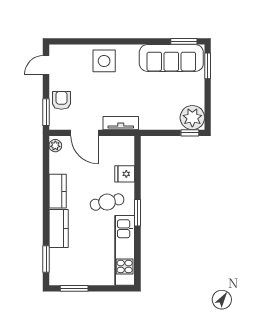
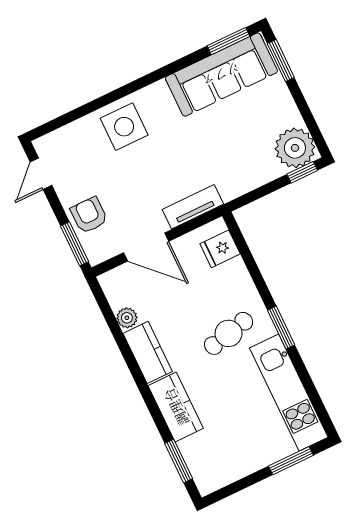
plant: (55, 146) -> (127, 318), moved
fridge: (125, 174) -> (220, 249), moved
window: (74, 288) -> (291, 461), moved

